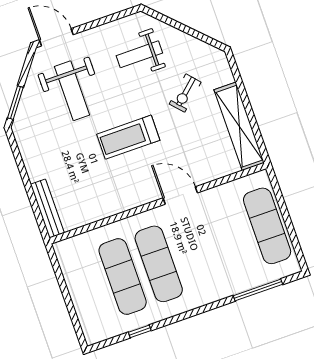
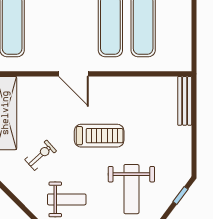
weight bench: (72, 91) -> (131, 189), turned 180
window: (15, 103) -> (181, 195), width x0.67

